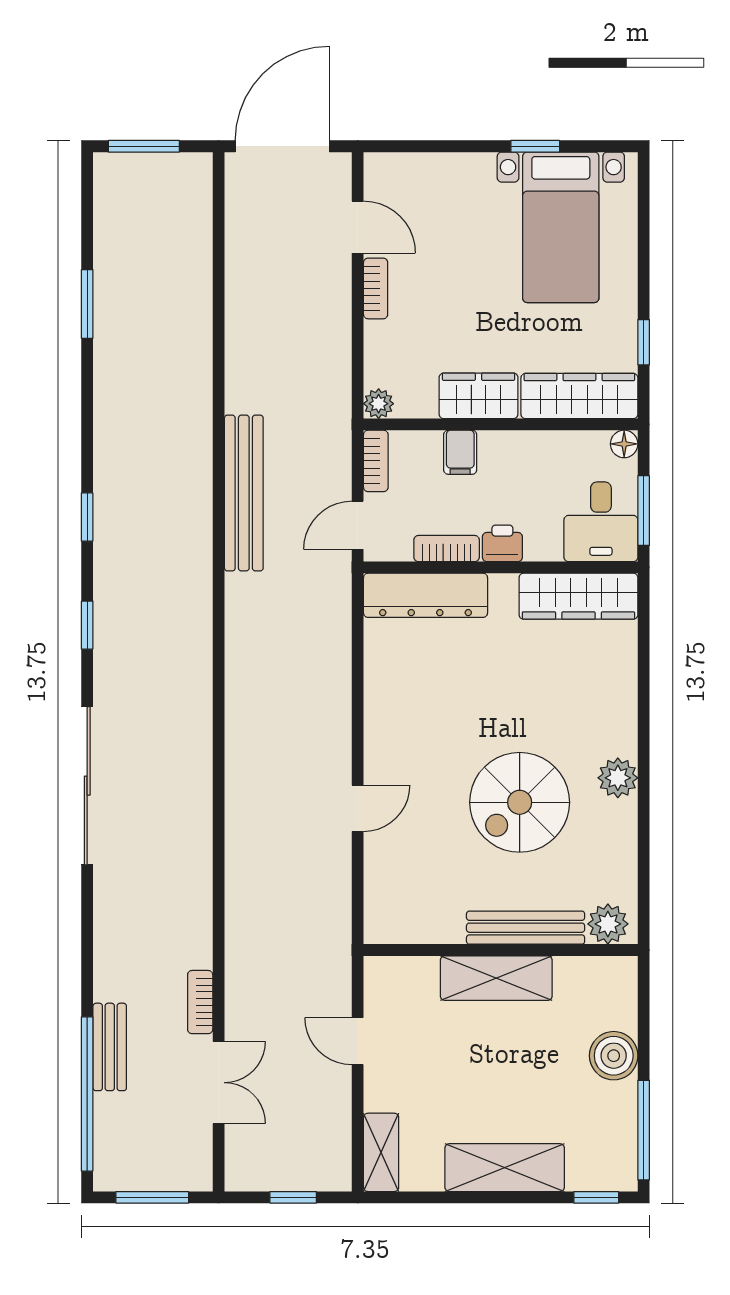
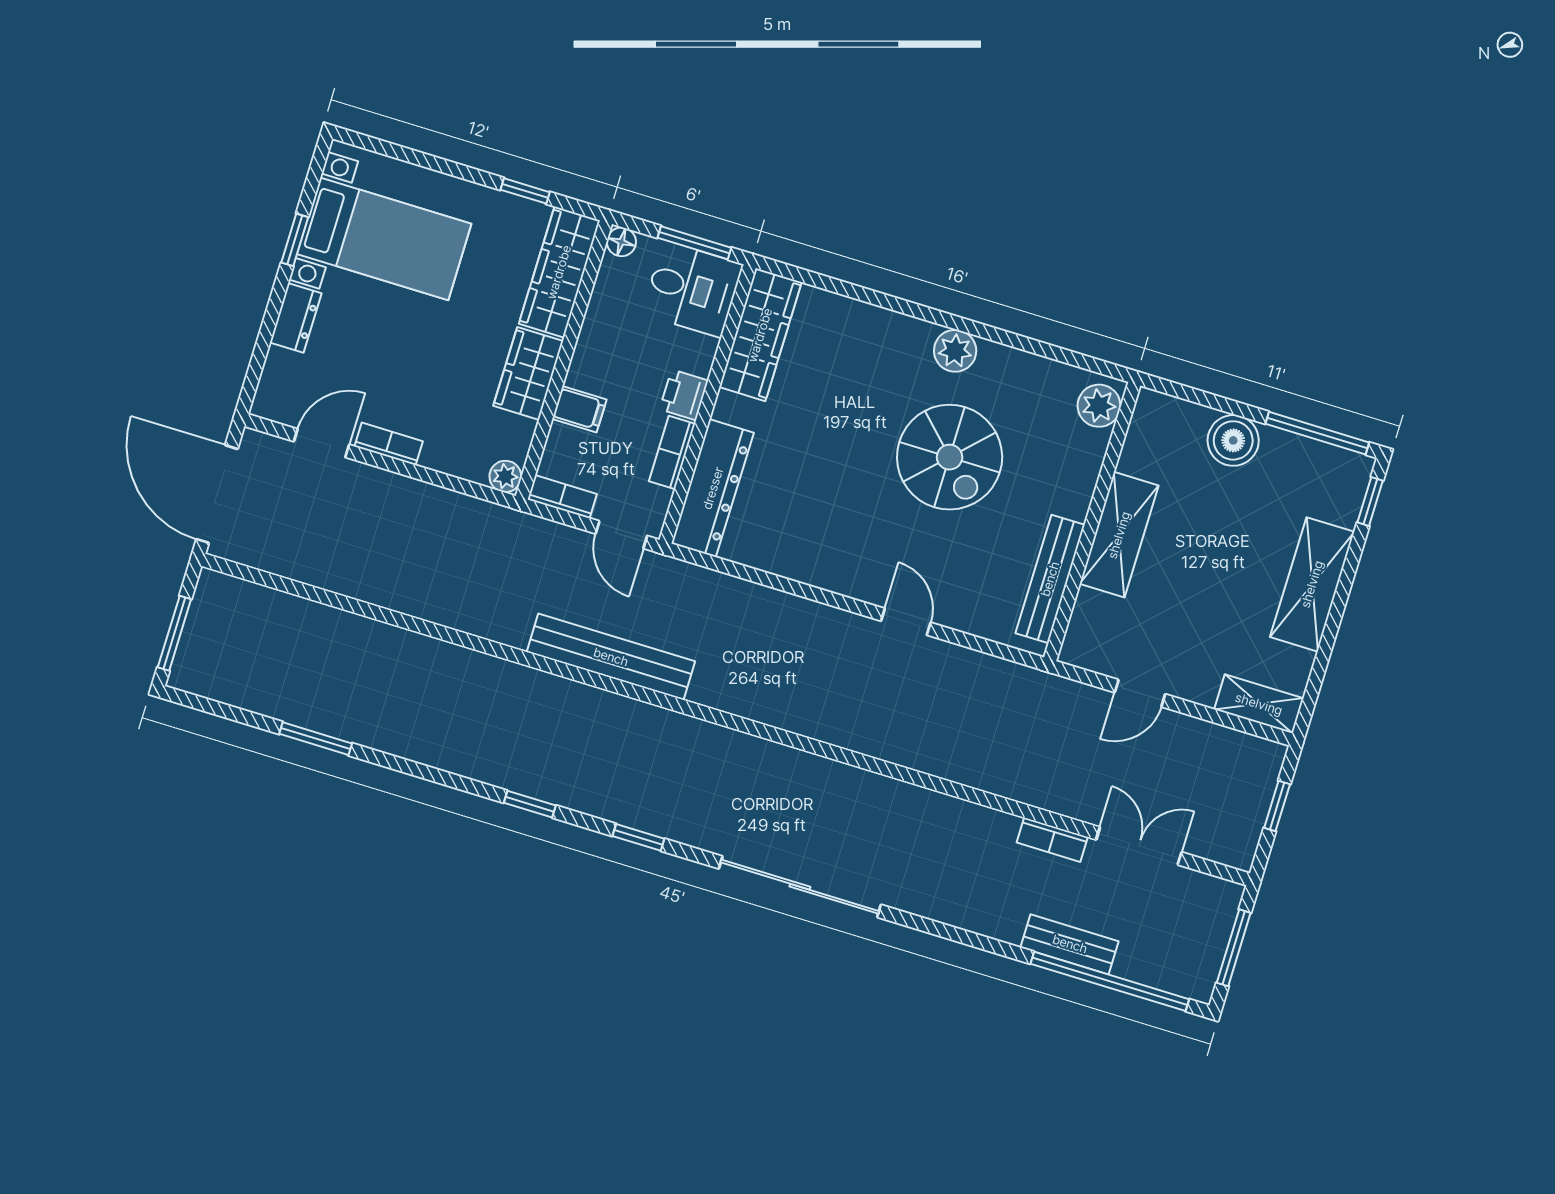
dresser: (464, 169) -> (296, 318), added
bench: (244, 493) -> (611, 657), moved
bench: (526, 928) -> (1050, 579), moved

